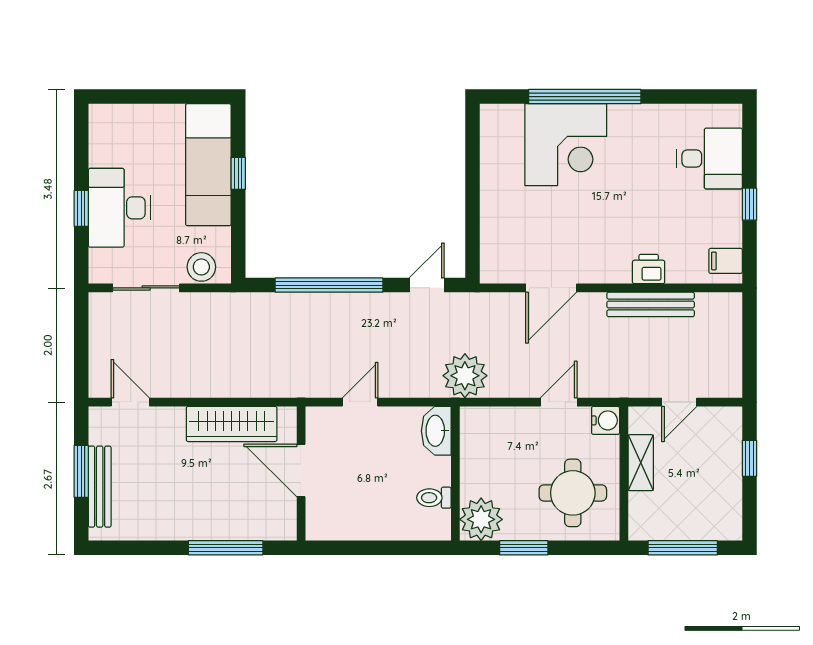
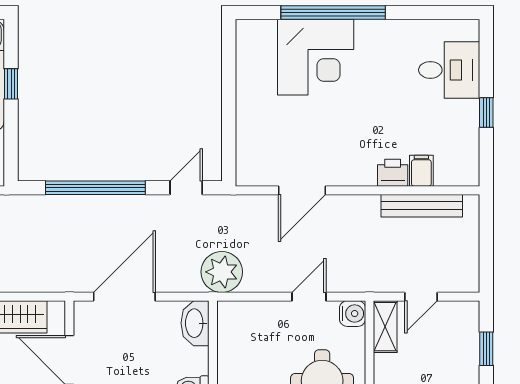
filing cabinet: (726, 261) -> (421, 171), moved, turned 90
bench: (651, 304) -> (422, 206), moved
door: (360, 402) -> (124, 297), width x1.87
shelving: (641, 463) -> (385, 327), moved

